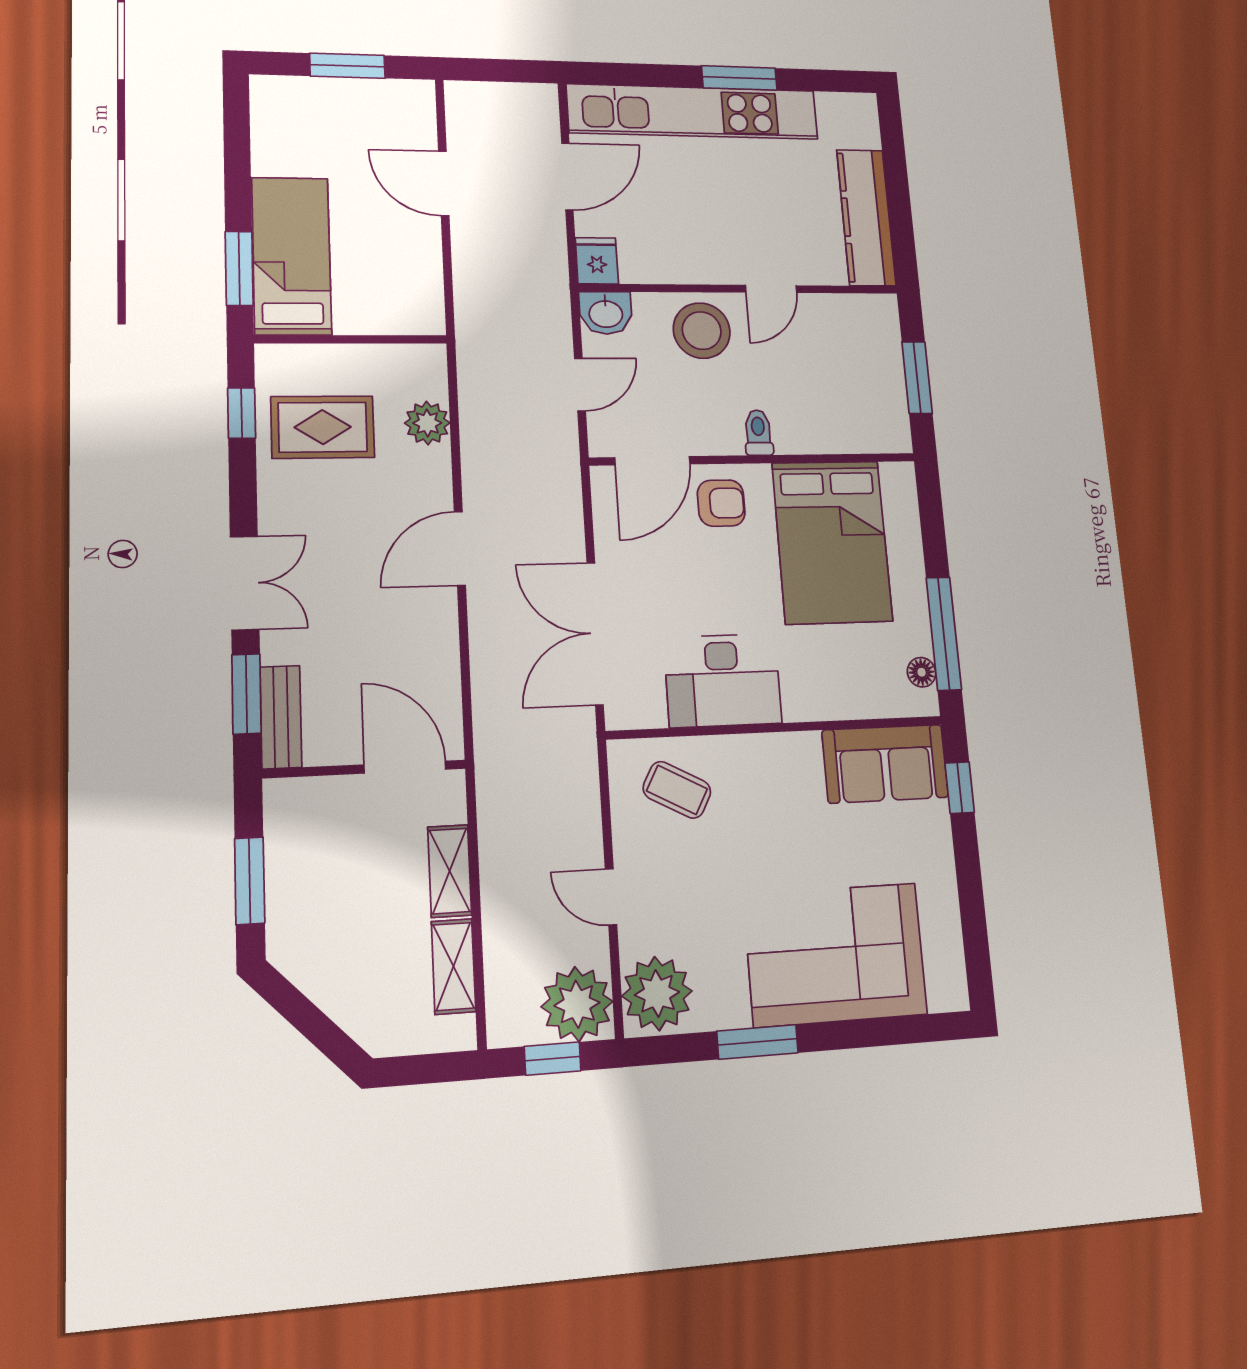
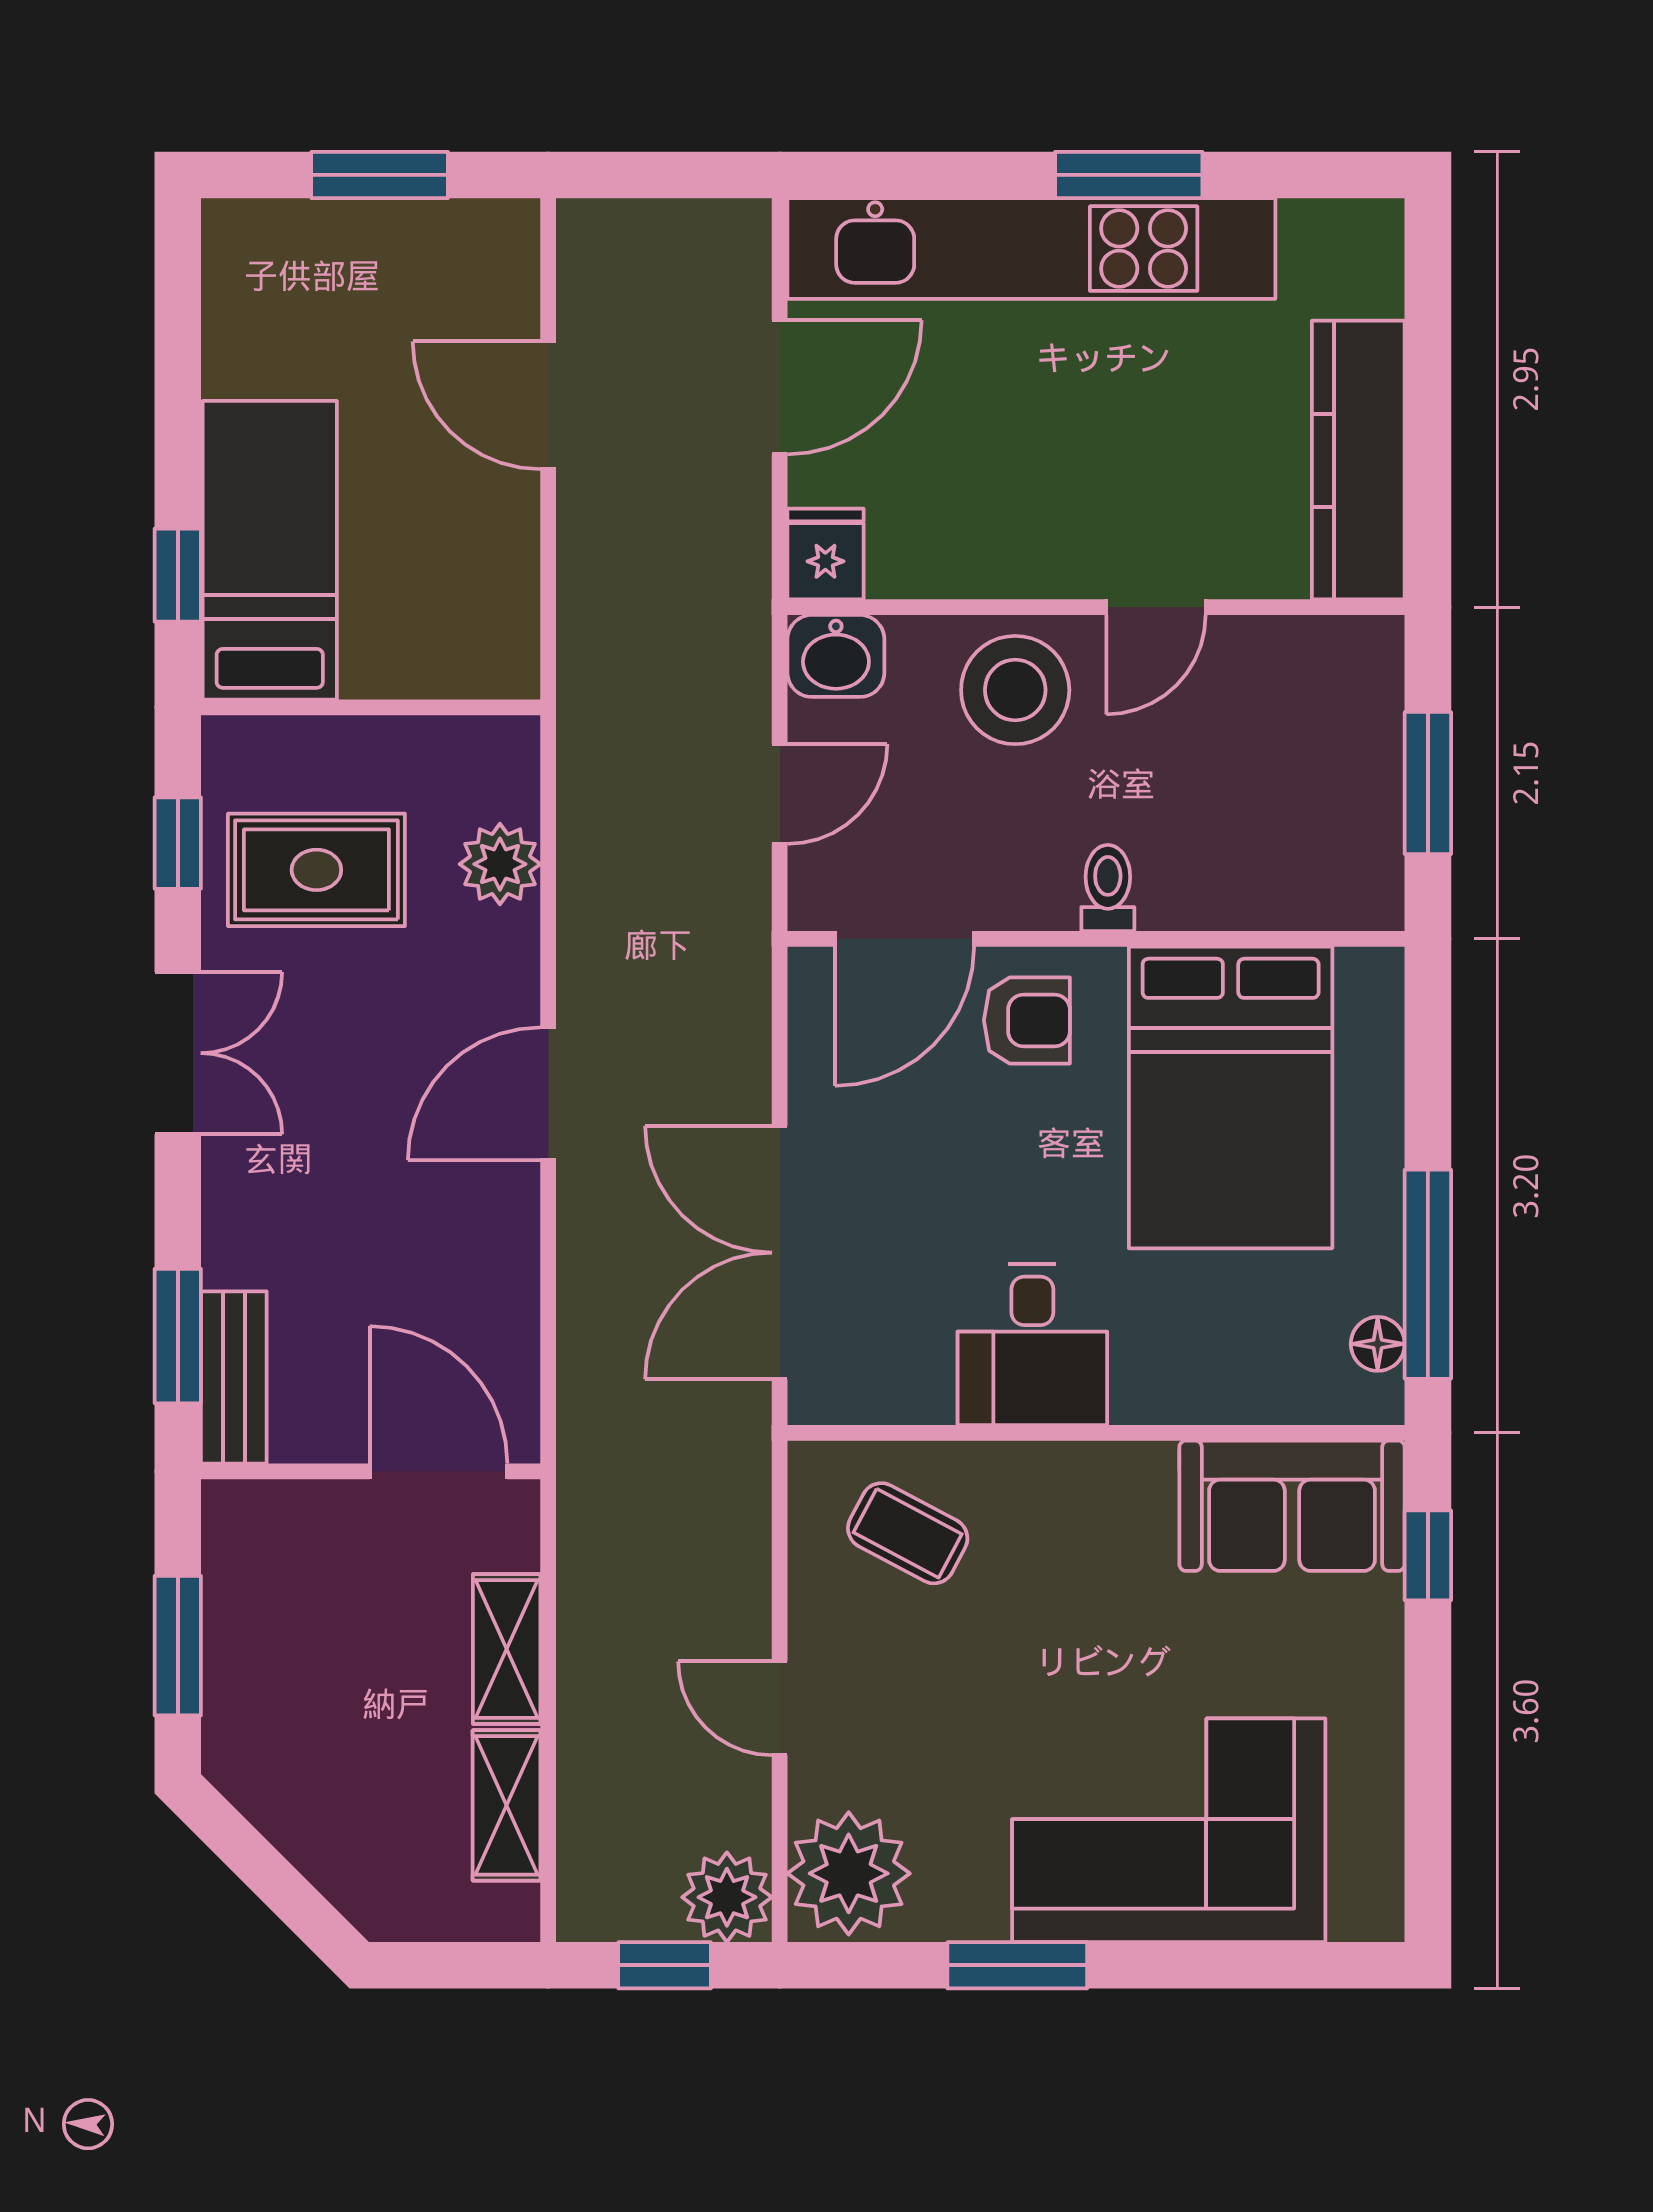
window: (239, 268) -> (178, 575), width x0.67
double door: (245, 583) -> (178, 1053), moved
desk: (723, 680) -> (1032, 1344), width x0.73
plant: (577, 1004) -> (727, 1897), width x0.73, depth x0.73

